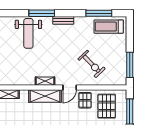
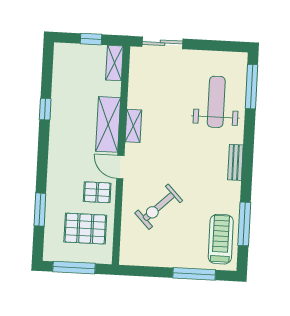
window: (42, 13) -> (251, 87), moved
weight bench: (28, 33) -> (216, 102), turned 90
window: (130, 65) -> (194, 274), moved

